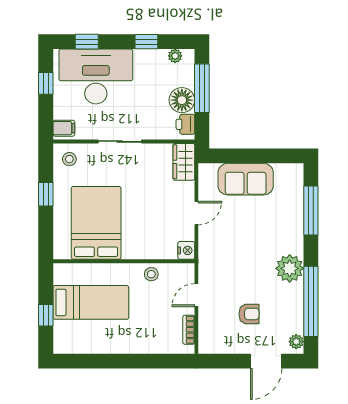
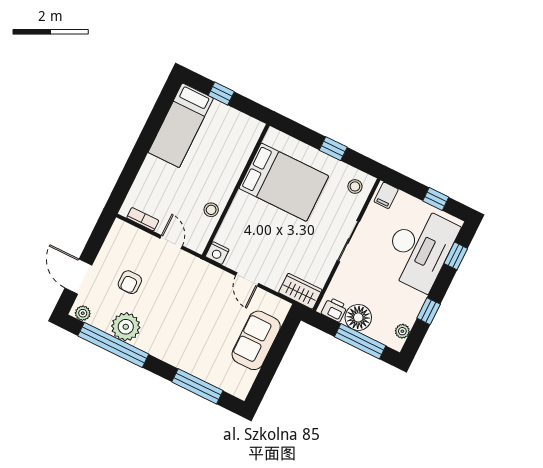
plant: (290, 268) -> (126, 327), moved
bed: (91, 302) -> (181, 125), moved

